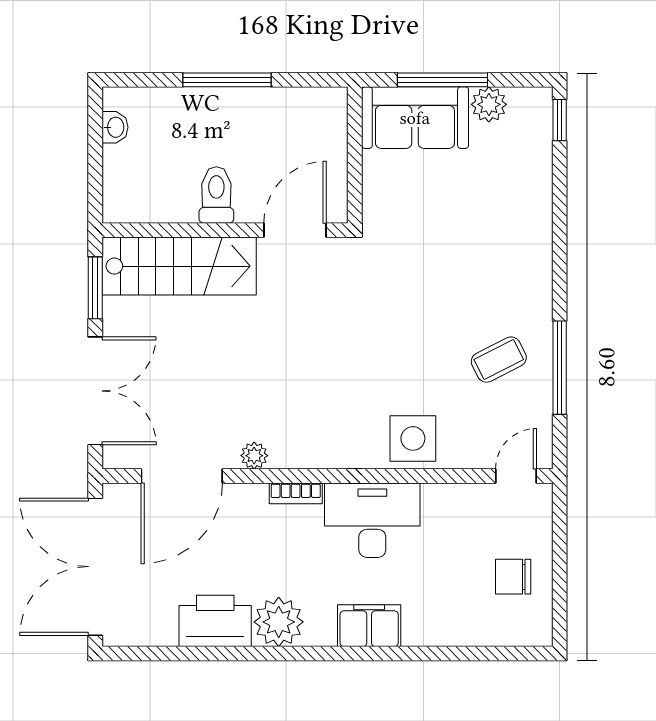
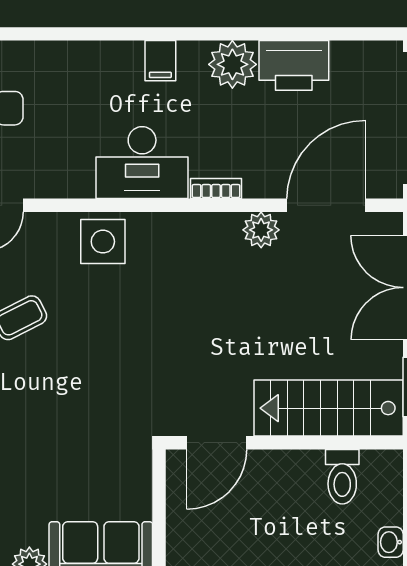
toilet: (216, 195) -> (342, 477), moved
plant: (254, 456) -> (261, 230), width x1.38, depth x1.38
filing cabinet: (369, 626) -> (160, 61), width x0.50

